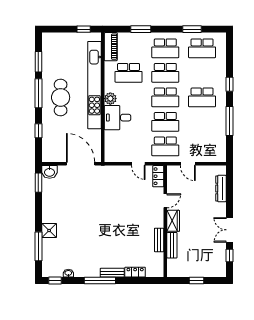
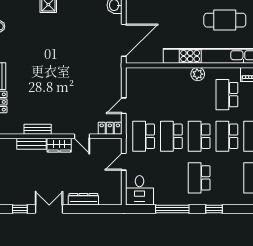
cafe table: (61, 97) -> (225, 20), moved
desk: (118, 118) -> (140, 190), moved, turned 180
dresser: (221, 188) -> (83, 199), moved

